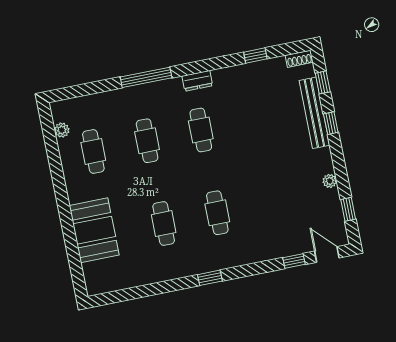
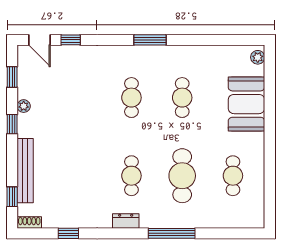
window: (331, 123) -> (12, 124), moved
plant: (62, 130) -> (258, 57), moved
cafe table: (147, 141) -> (182, 176), width x1.37, depth x1.35
window: (210, 278) -> (150, 40), width x1.50

